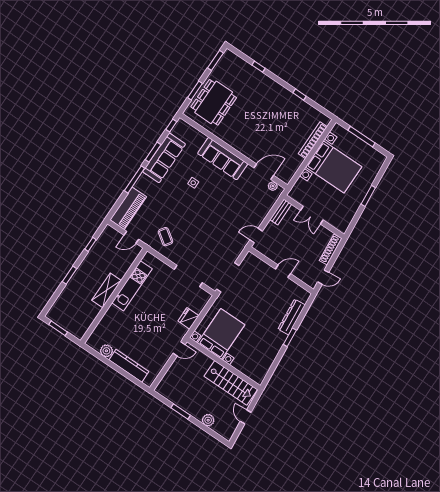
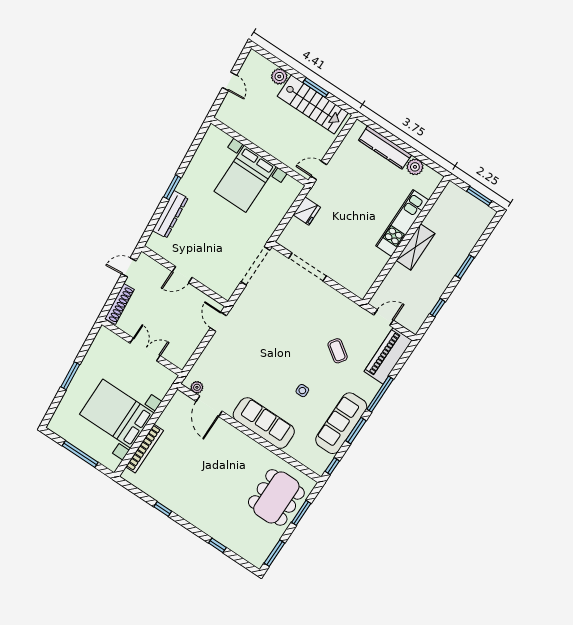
door: (264, 172) -> (209, 406), hinge flipped
bench: (281, 212) -> (186, 353), removed
door: (256, 235) -> (218, 322), swing flipped
coffee table: (165, 237) -> (338, 351), moved
kitchen unit: (132, 286) -> (402, 223), moved
bed with nightstands: (221, 334) -> (245, 179), moved
stairs: (231, 383) -> (313, 105), moved, turned 180

